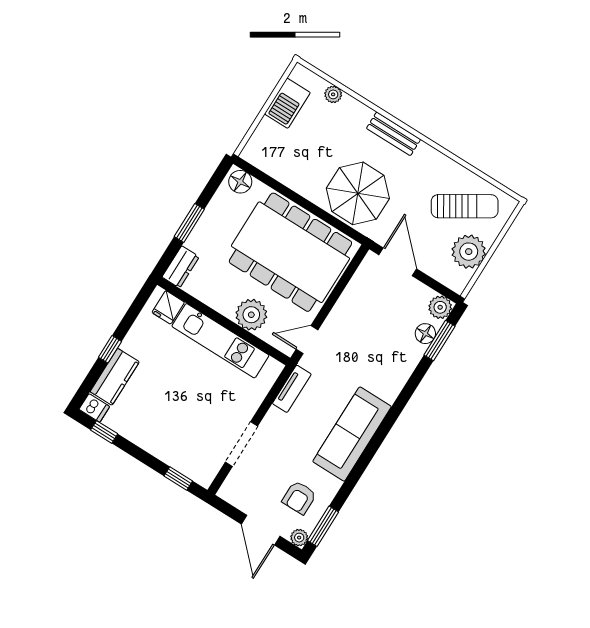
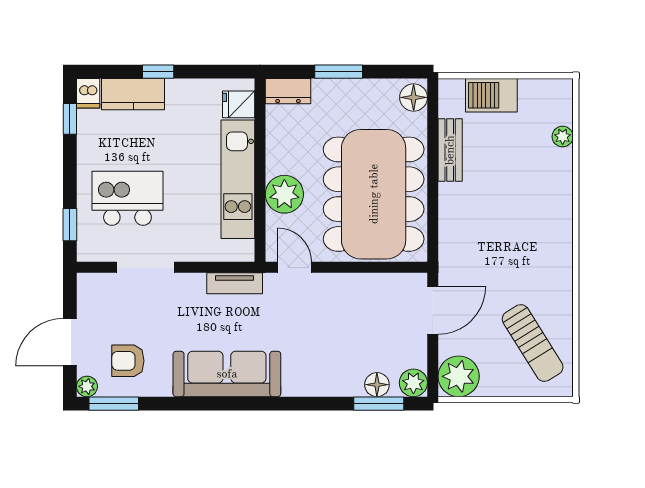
barbecue: (287, 103) -> (491, 95), moved
bench: (394, 134) -> (450, 150), moved
parasol: (358, 193) -> (477, 225), removed
plant: (469, 252) -> (459, 376), moved
kitchen island: (185, 426) -> (127, 198), added

